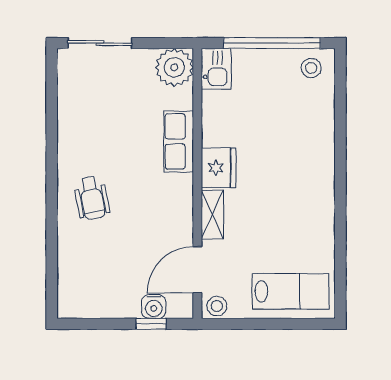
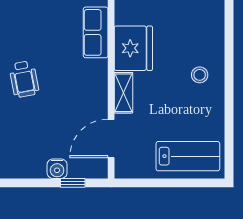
fridge: (218, 168) -> (133, 48), width x1.36, depth x1.34
stool: (217, 306) -> (200, 75), moved
water cooler: (154, 307) -> (57, 169), moved

